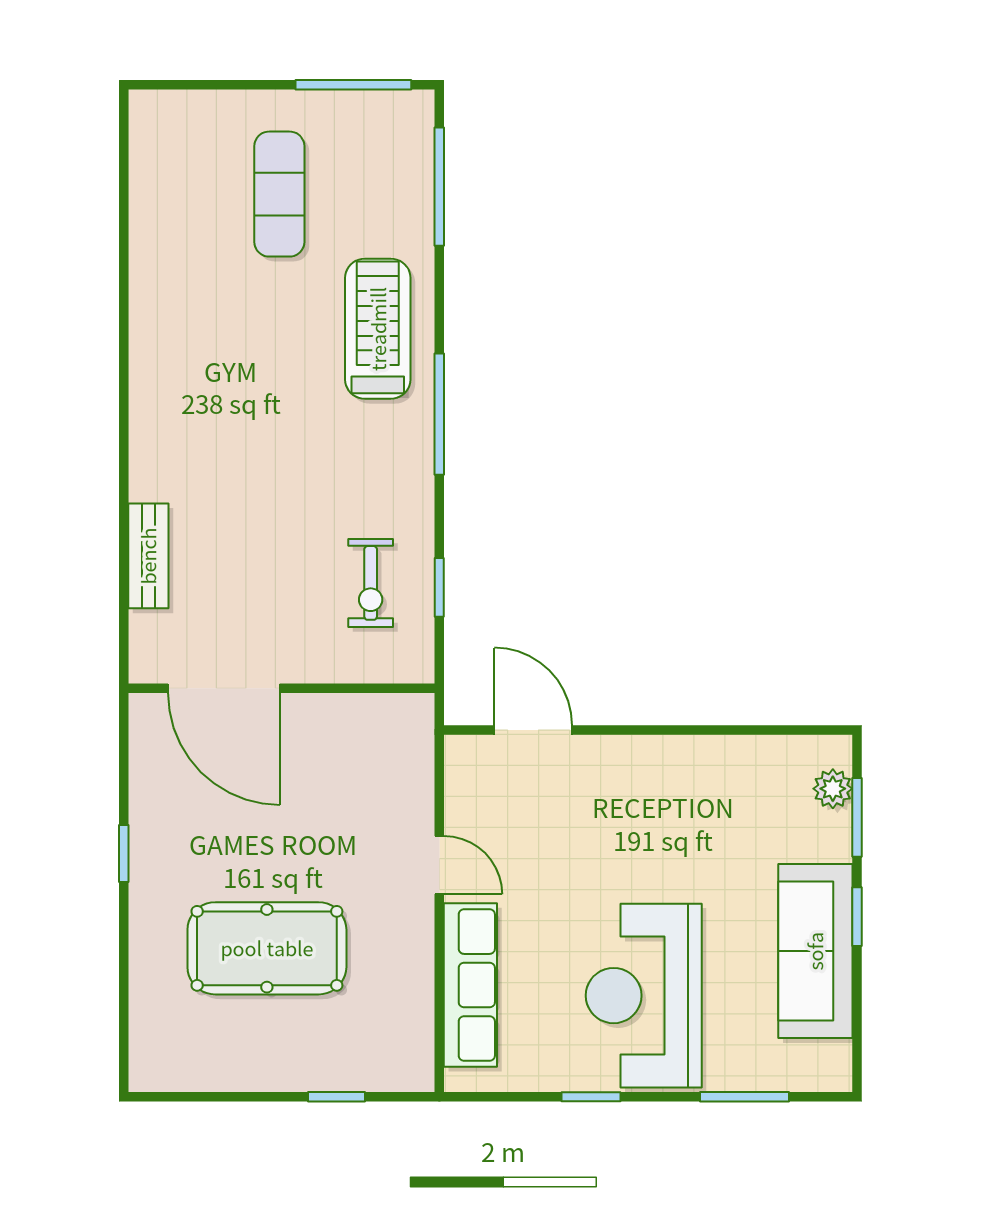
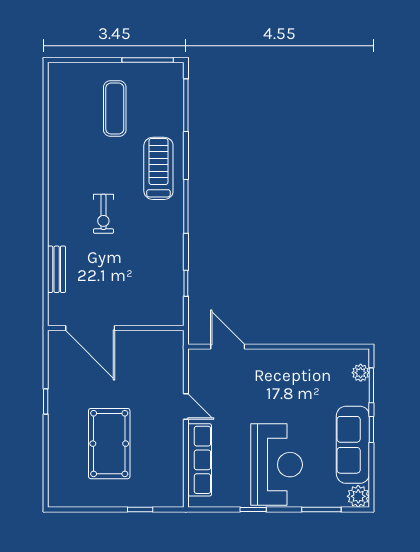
exercise bike: (371, 583) -> (103, 214), moved
pool table: (267, 948) -> (109, 444), turned 90
reception desk: (644, 996) -> (277, 465), turned 180
plant: (827, 1067) -> (358, 496), added

